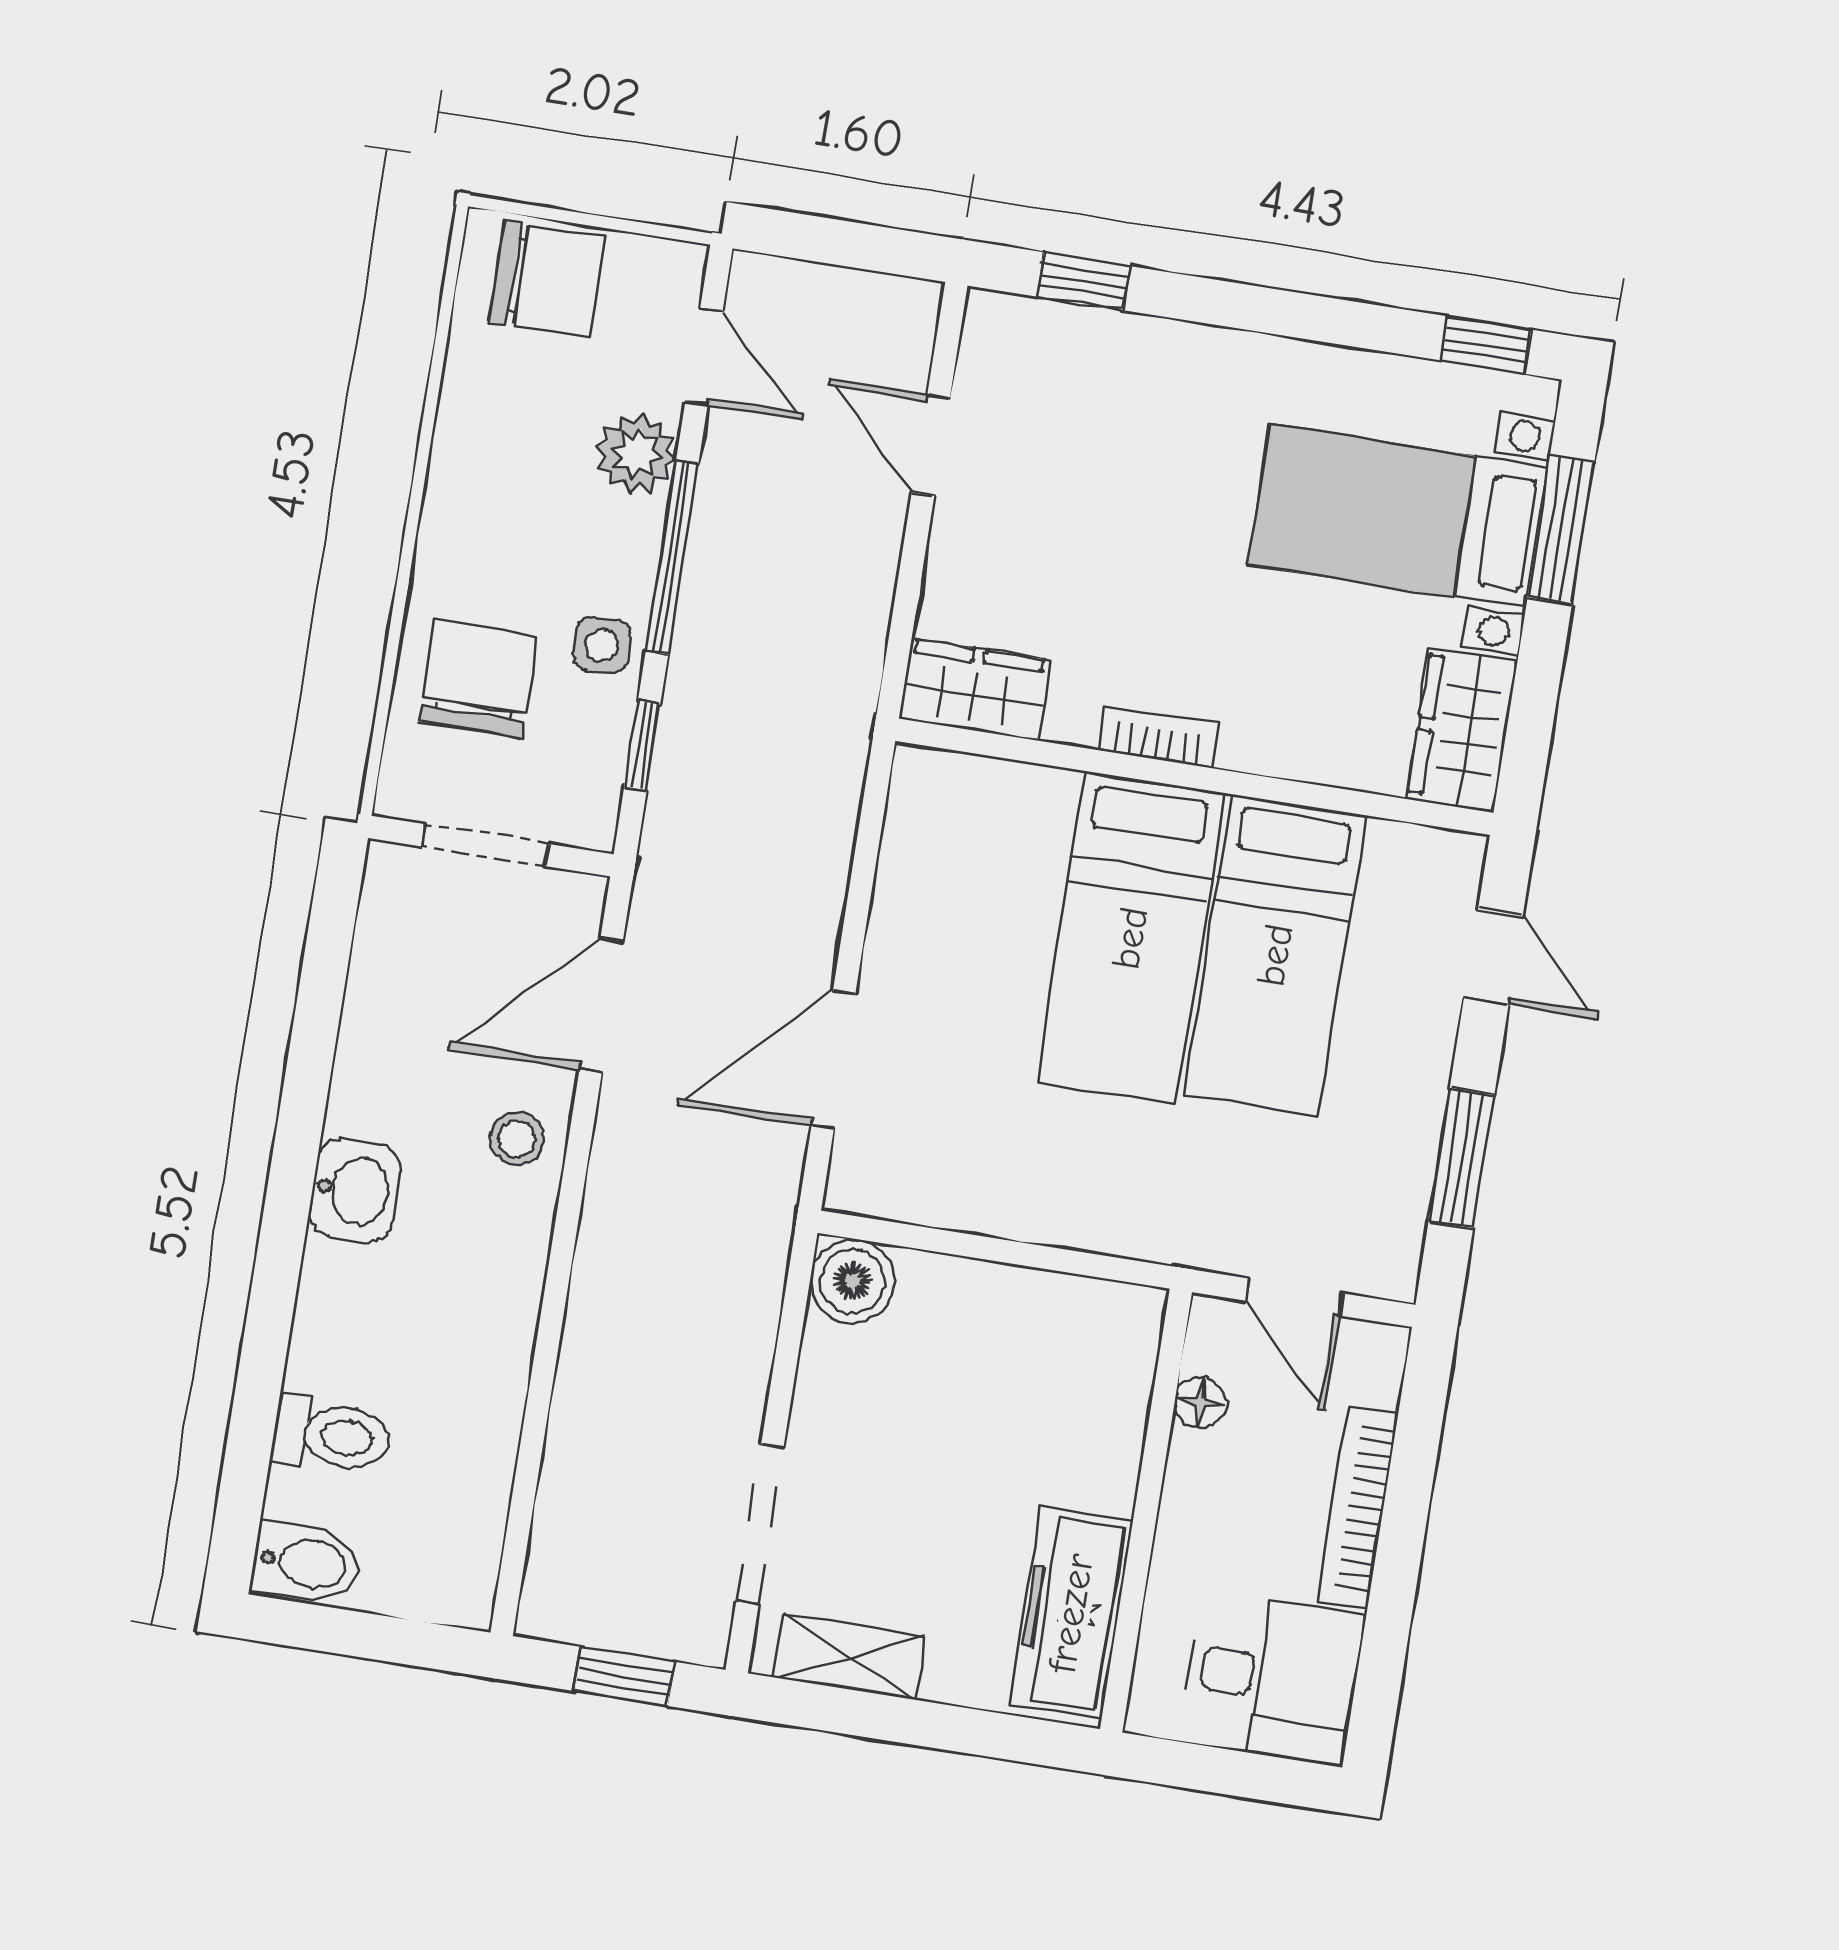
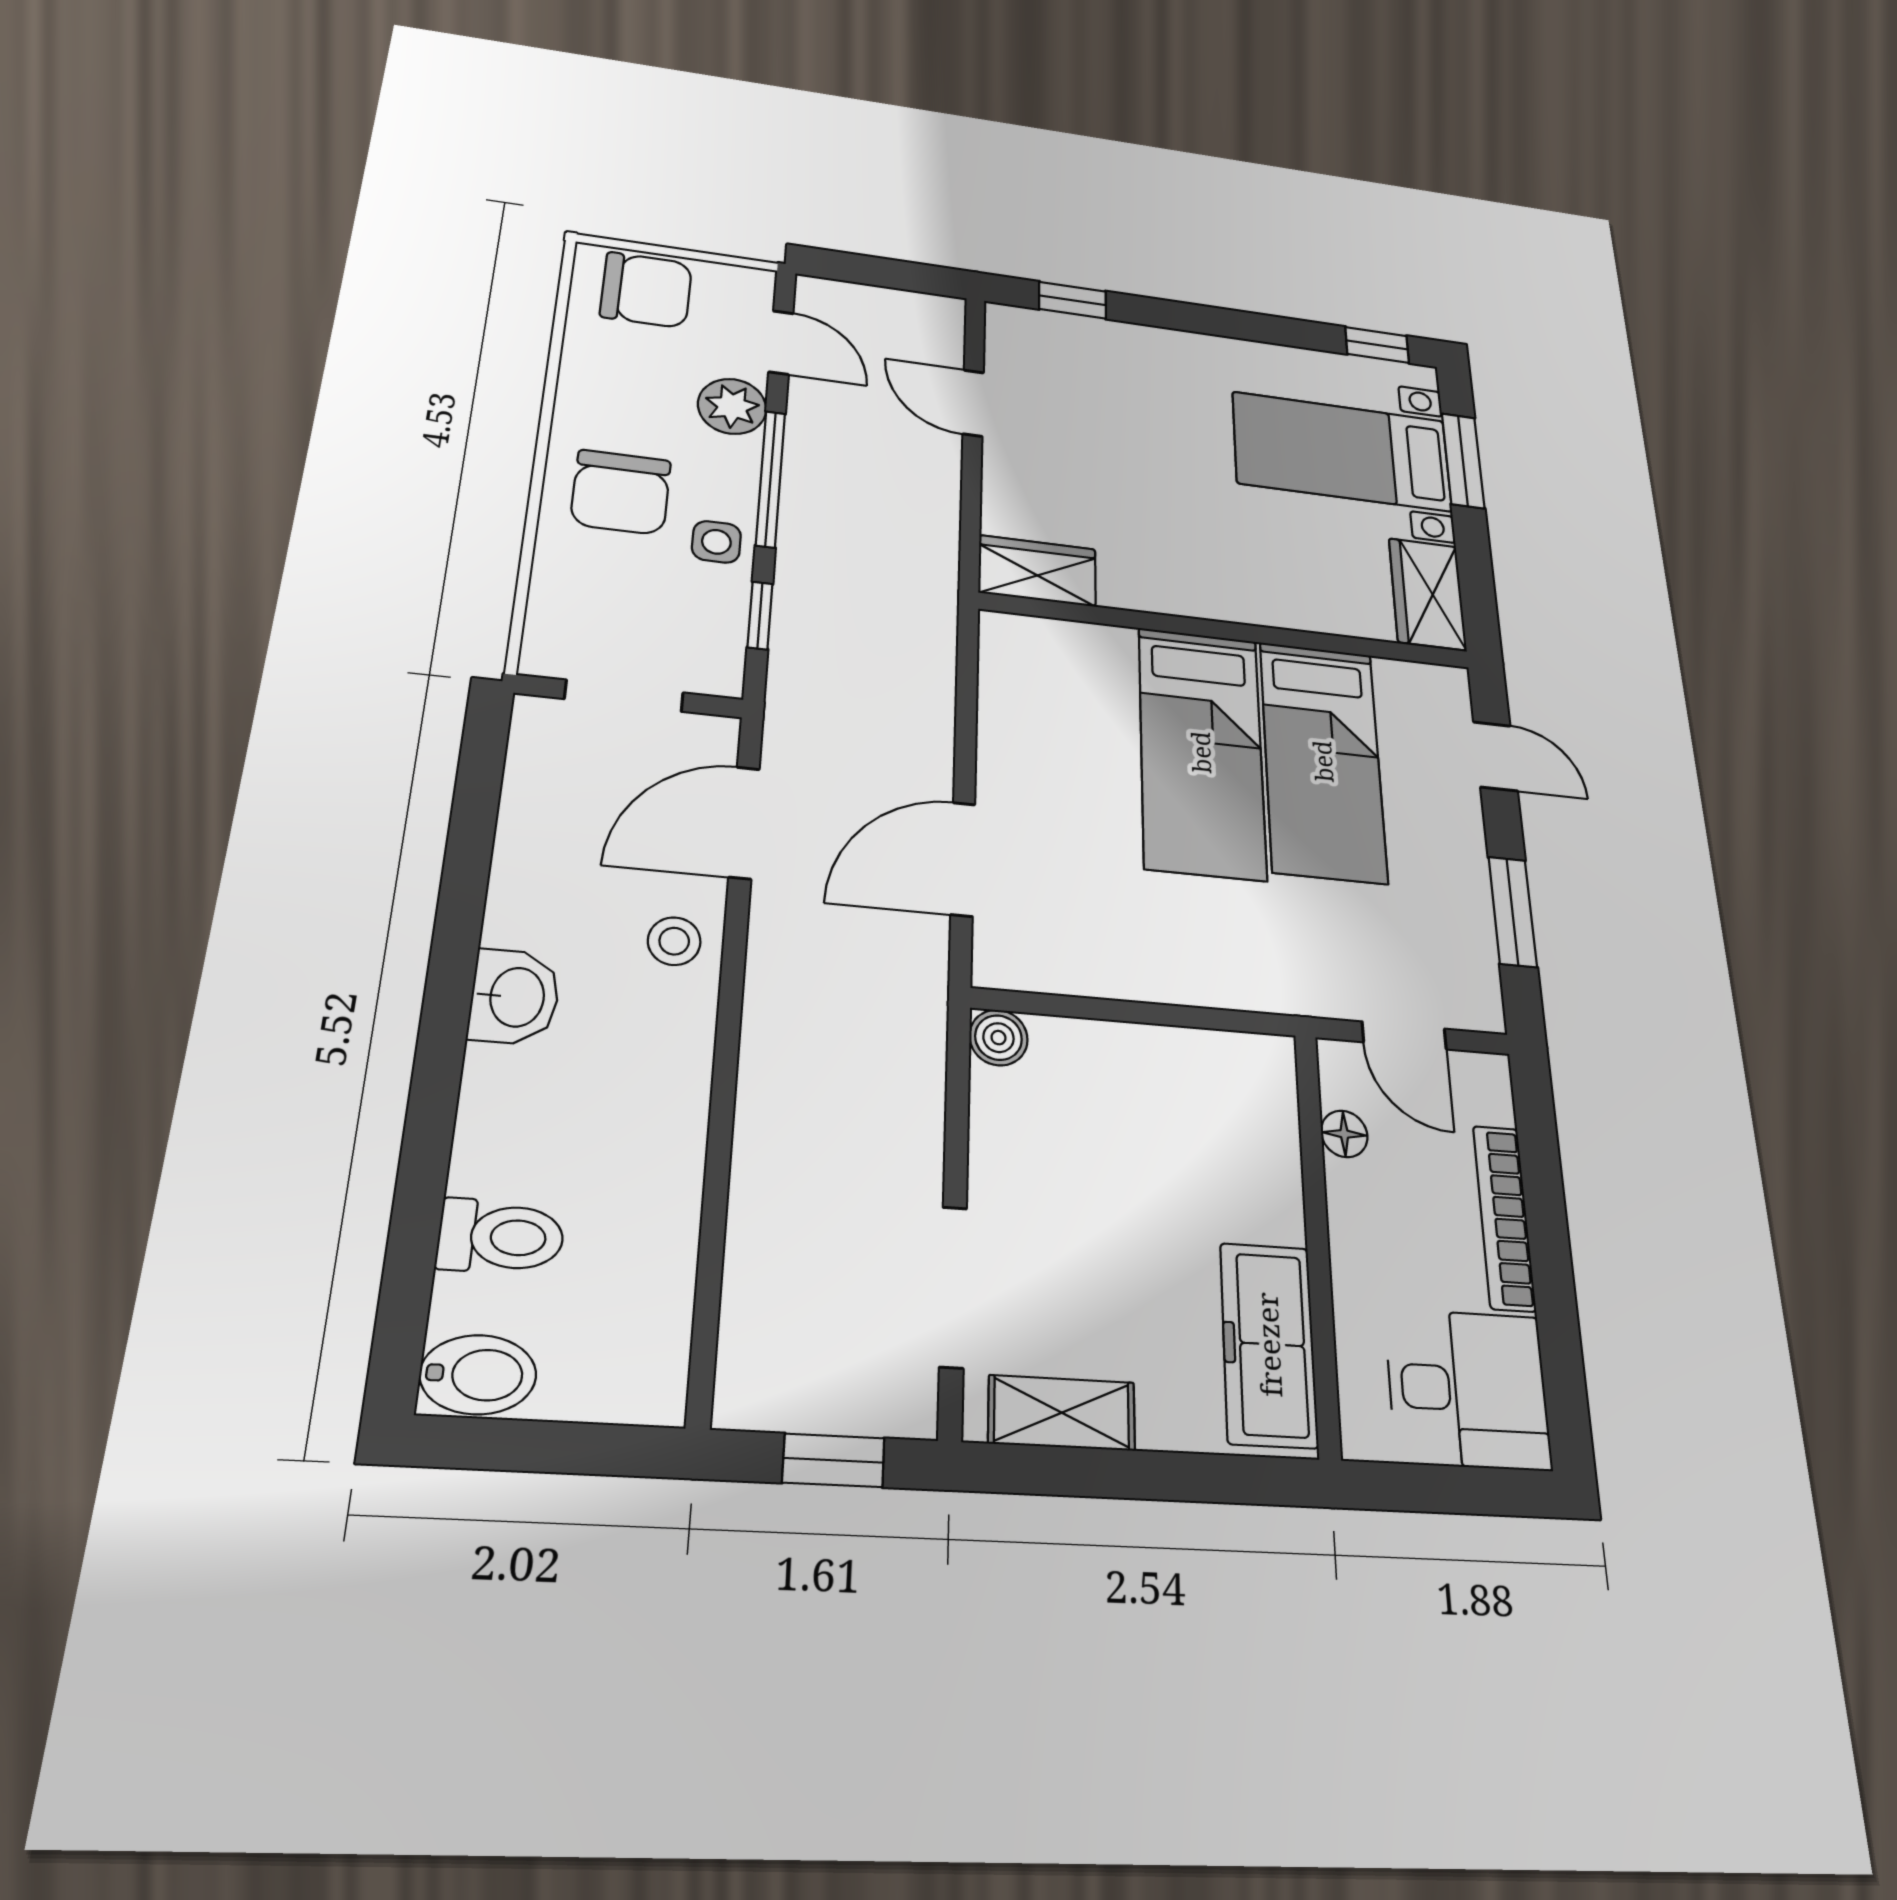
chair: (478, 678) -> (621, 492), moved, turned 180
bookcase: (1159, 737) -> (1193, 602), removed
boiler: (852, 1281) -> (998, 1038), width x0.73, depth x0.73

